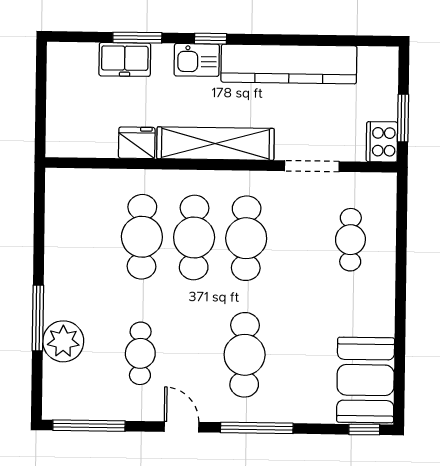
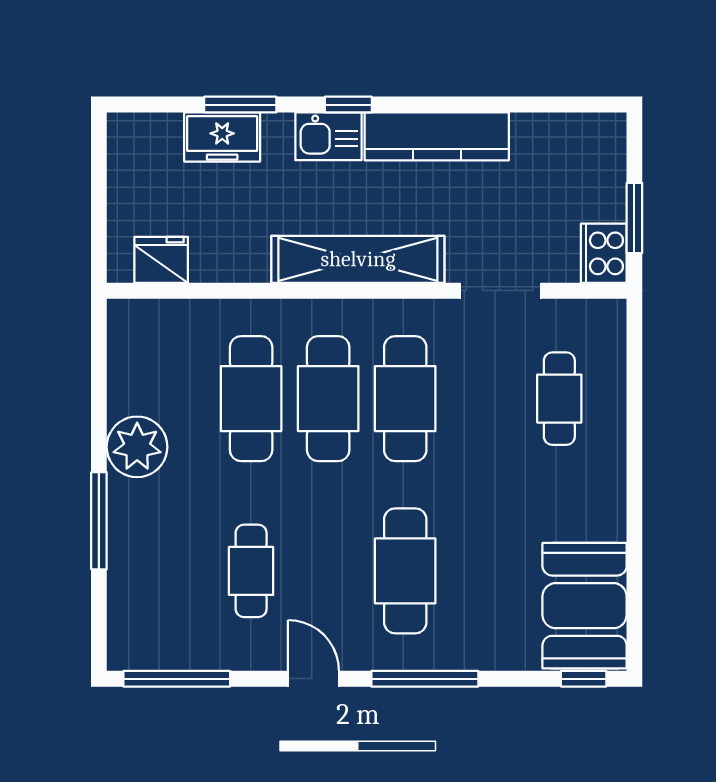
kitchen counter: (289, 64) -> (437, 136), width x0.72, depth x0.86
fridge: (137, 143) -> (161, 260), moved
plant: (63, 341) -> (137, 447), moved

